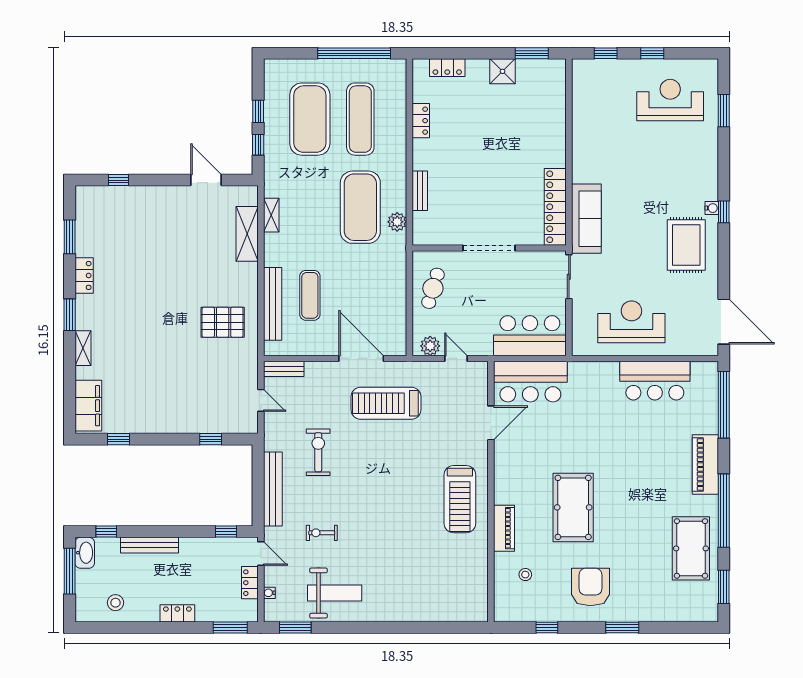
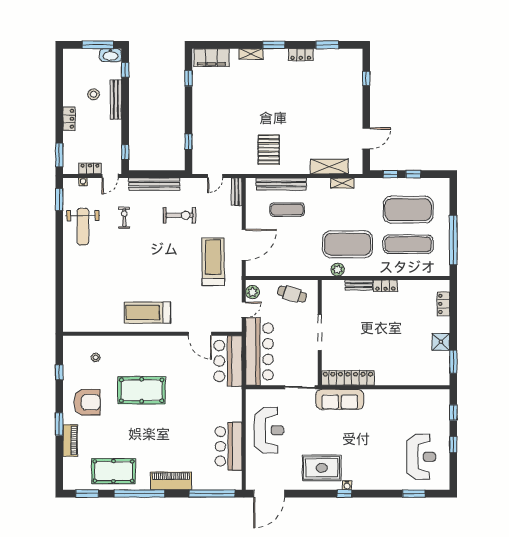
locker: (421, 121) -> (385, 286), moved
bar counter: (530, 336) -> (259, 352), width x1.36
piano: (504, 528) -> (70, 441), moved, turned -90
stool: (115, 603) -> (94, 94), moved

